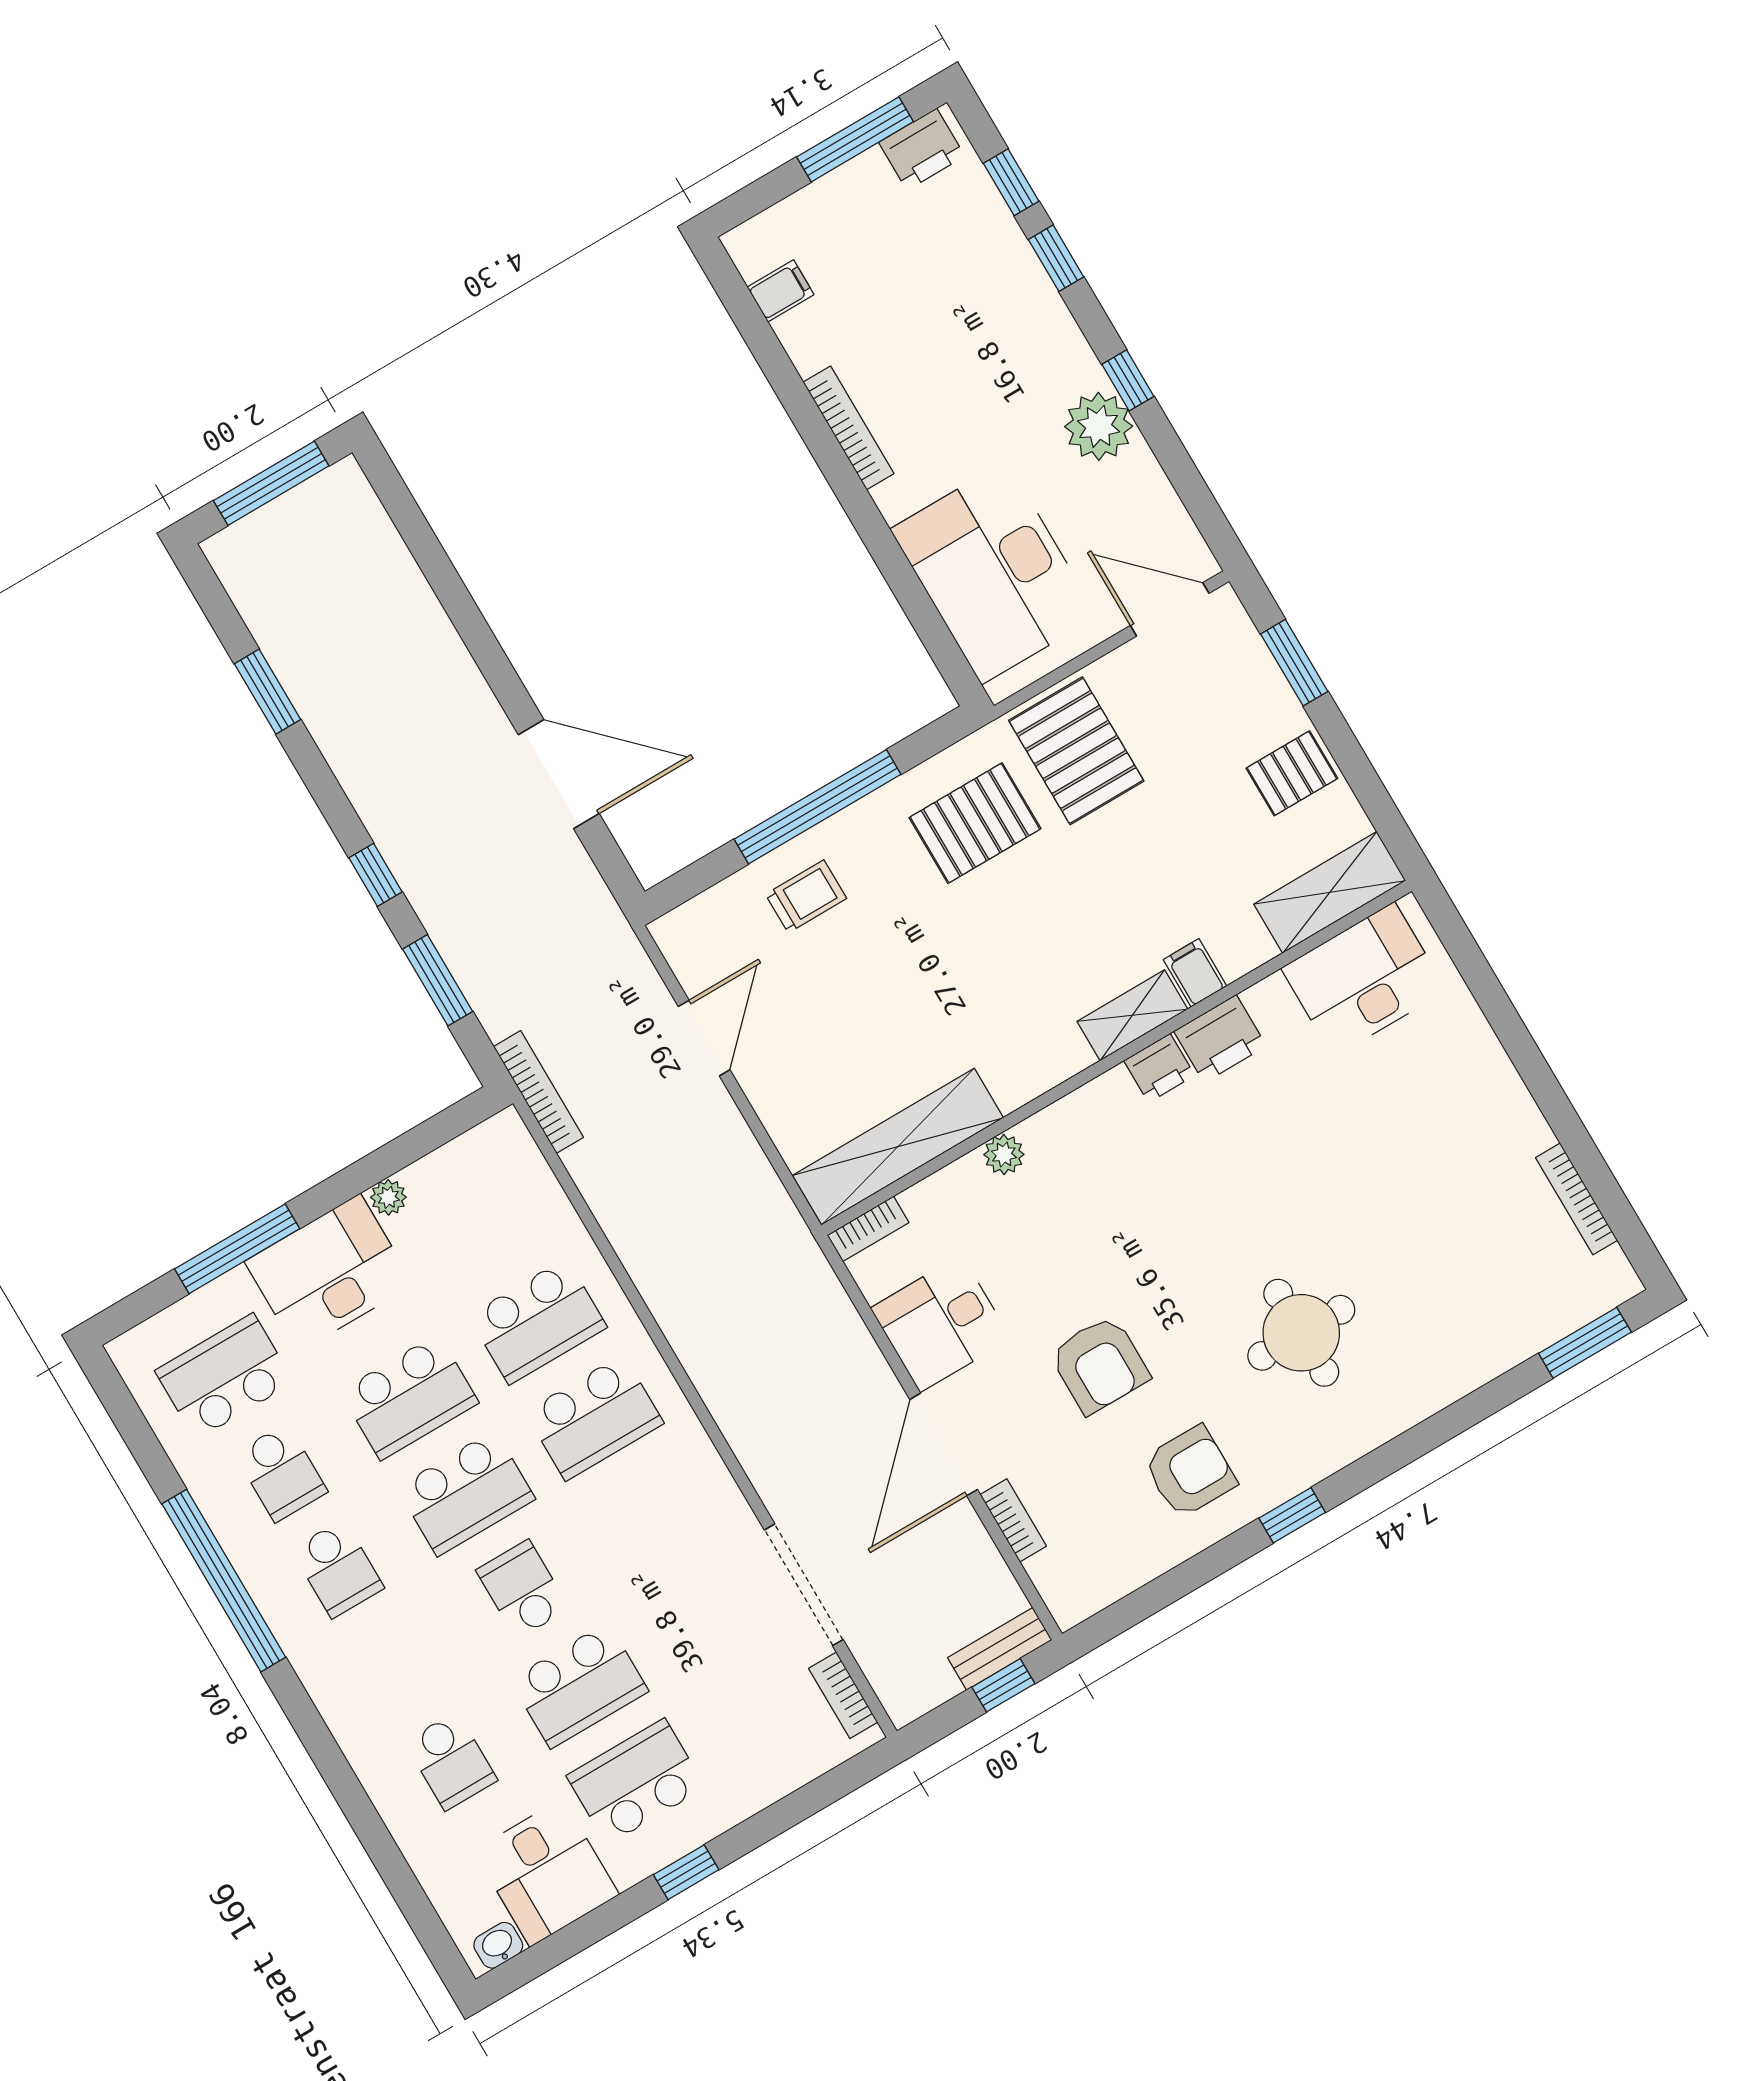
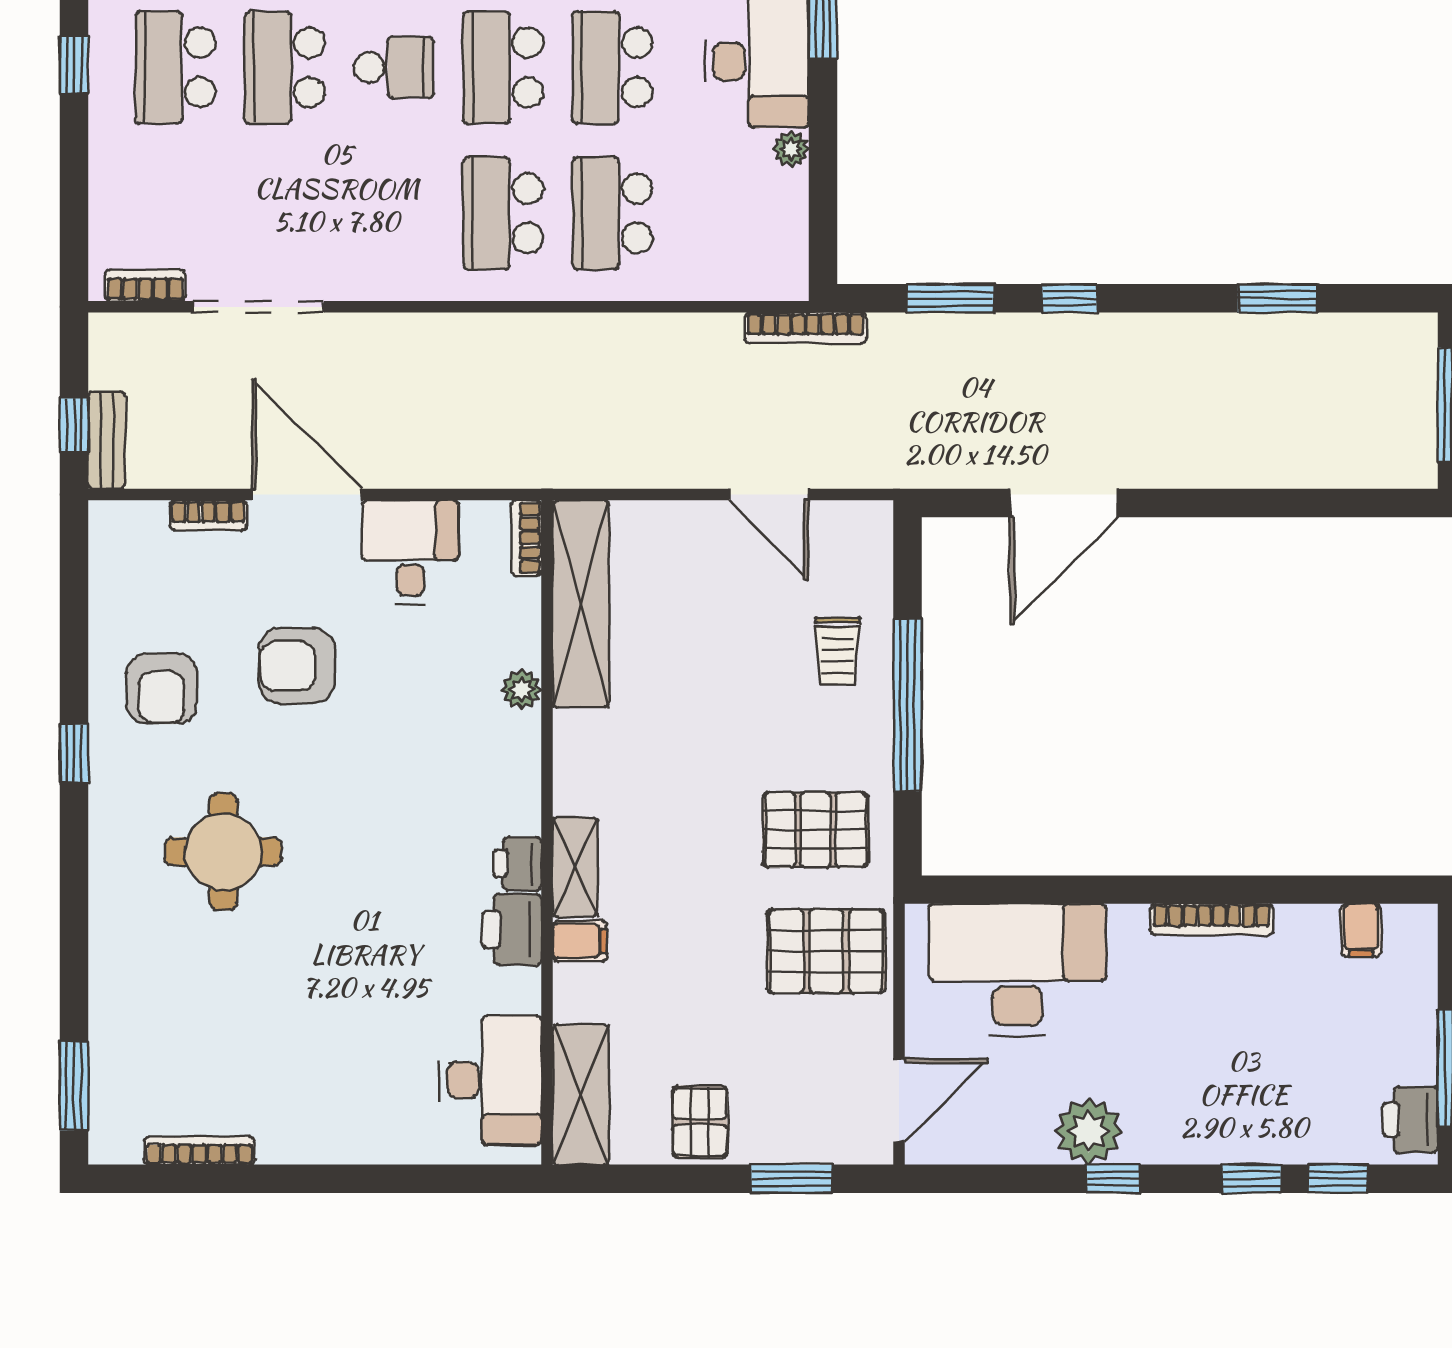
pallet: (975, 823) -> (815, 830), turned 90
school desk: (636, 1782) -> (175, 67), turned 180

